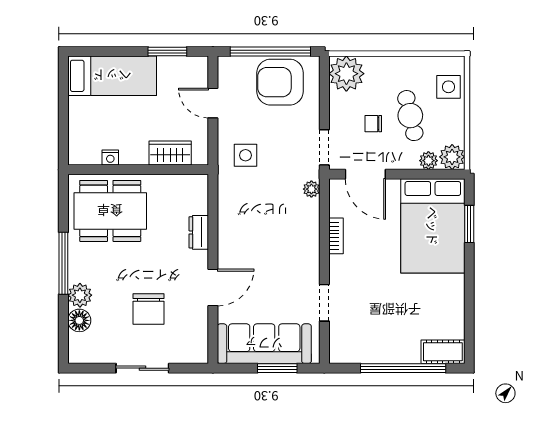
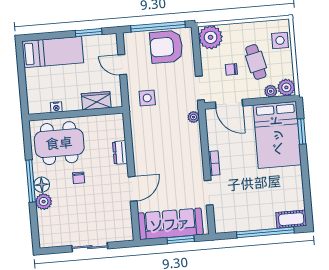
bookcase: (336, 236) -> (214, 163), moved
chair: (149, 309) -> (79, 178), moved, width x0.54, depth x0.54
floor lamp: (79, 320) -> (42, 185), moved

